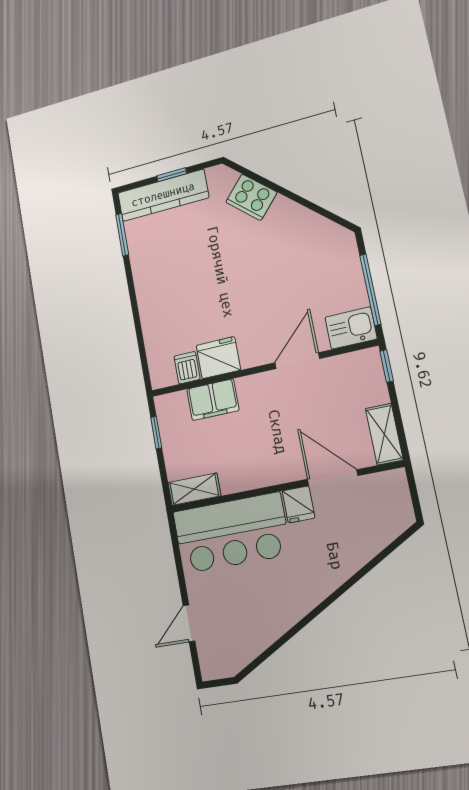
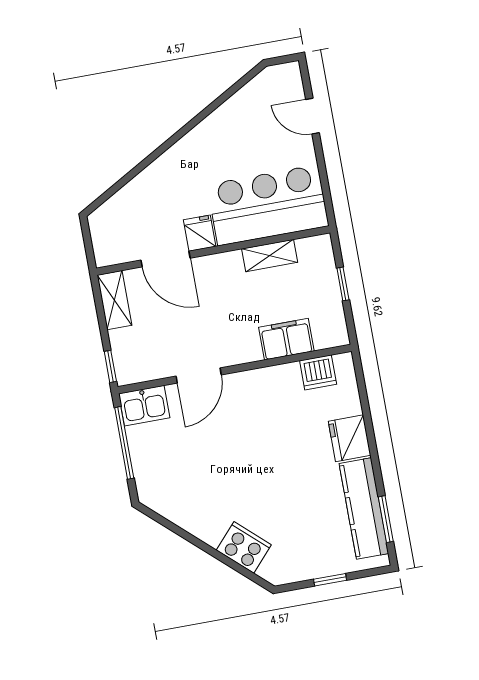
kitchen counter: (163, 195) -> (364, 509), moved, turned -90
fridge: (218, 358) -> (350, 438), moved, turned 90
dishwasher: (187, 368) -> (318, 372), width x1.38
window: (156, 433) -> (343, 284), moved
shelving: (194, 489) -> (270, 256), moved
door: (189, 623) -> (312, 116), swing flipped

